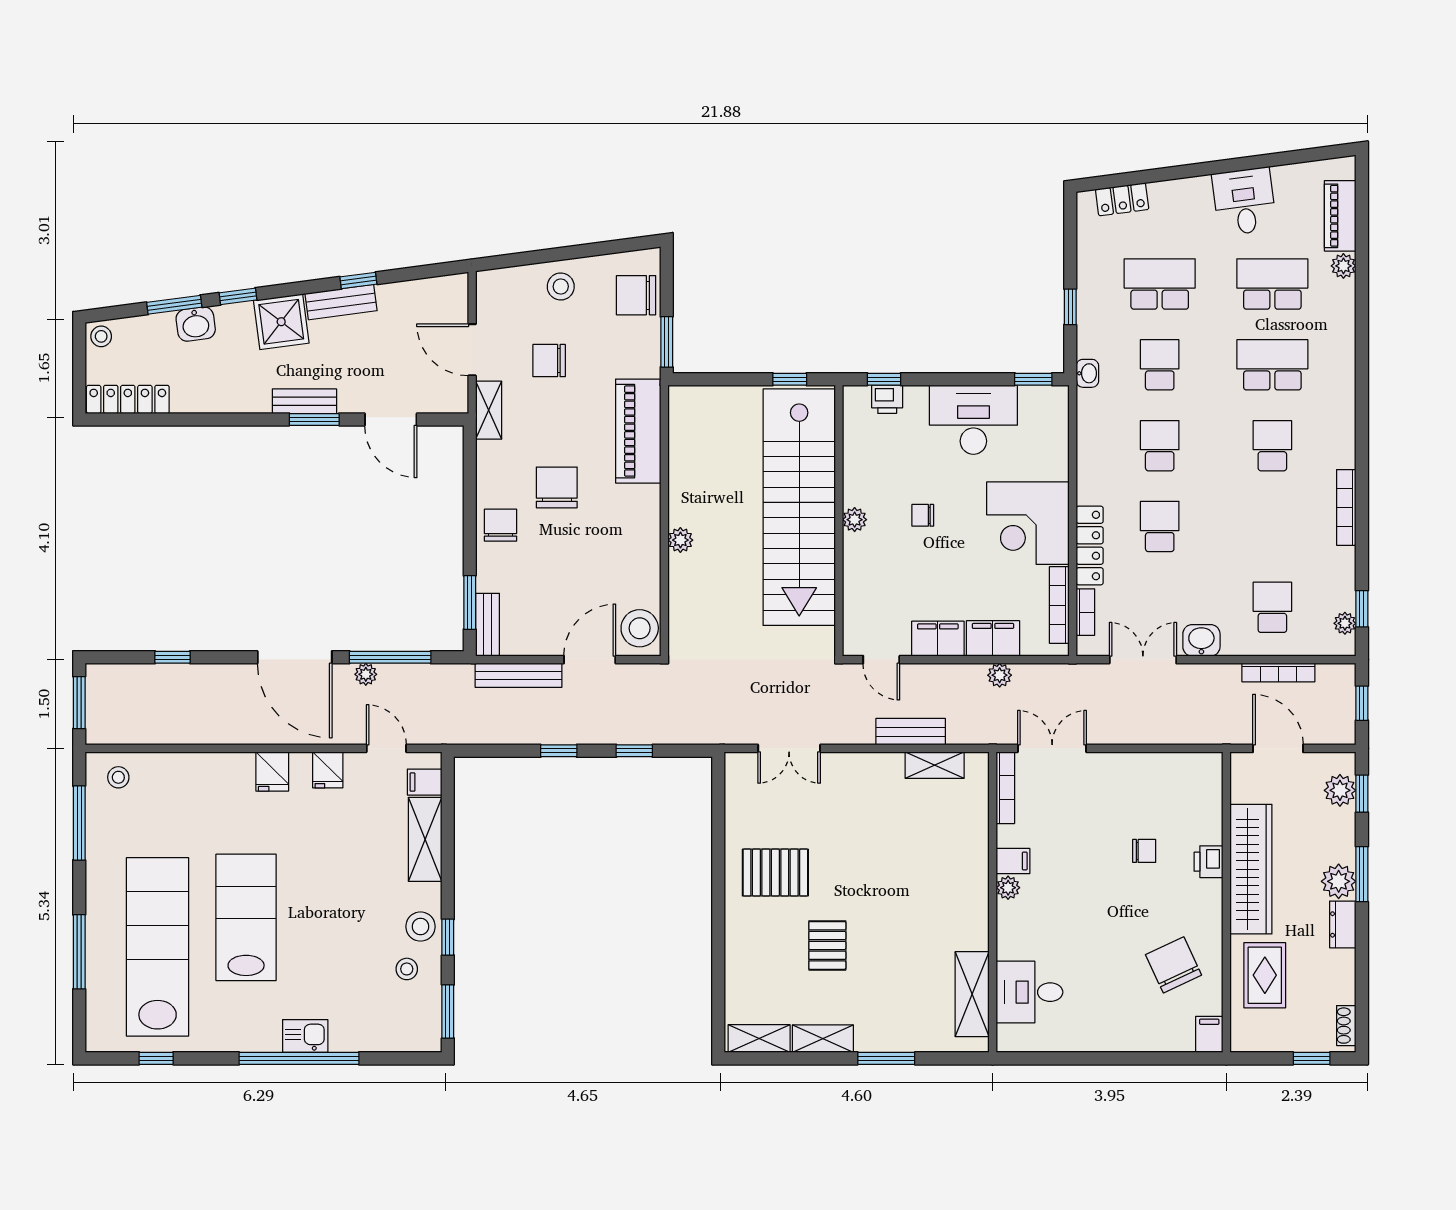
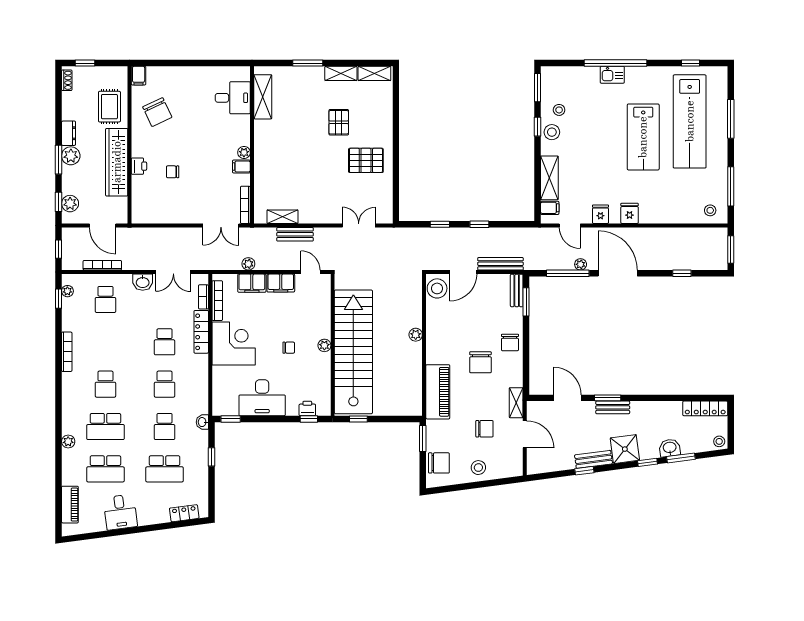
plant: (1343, 266) -> (68, 441), moved

